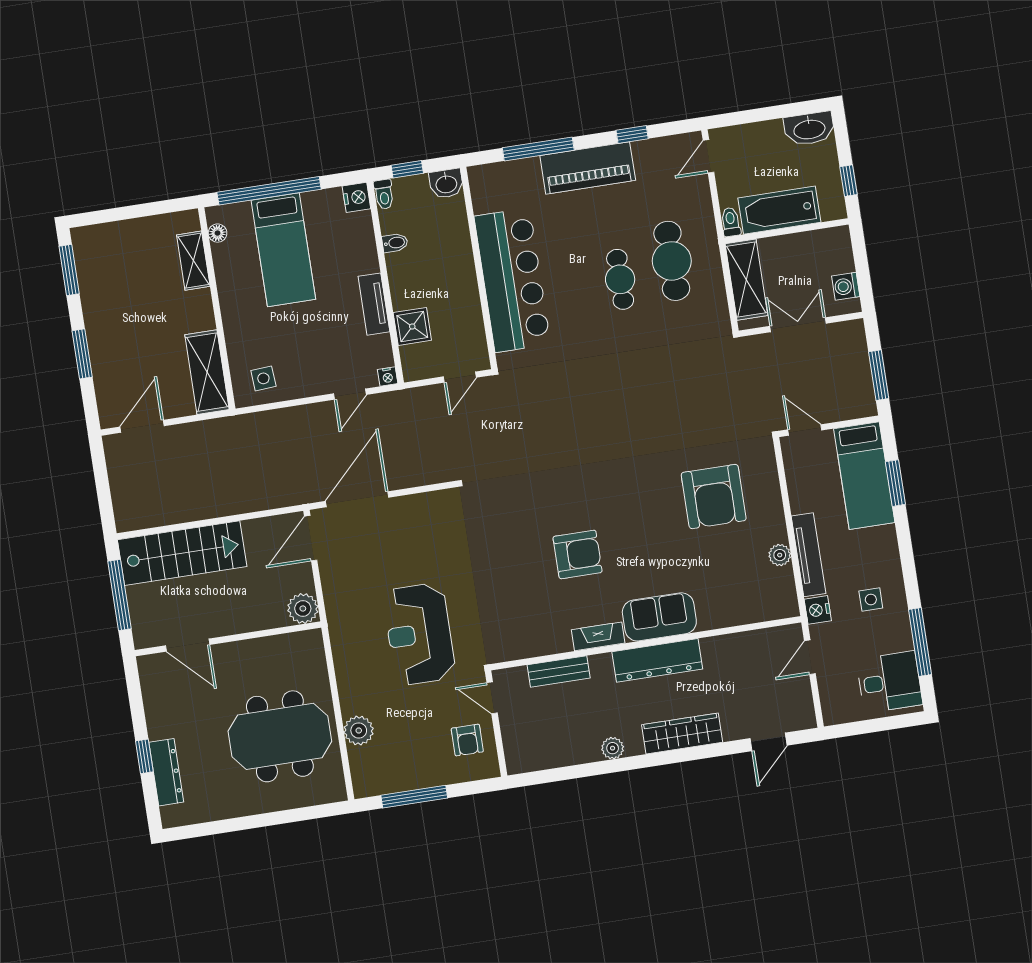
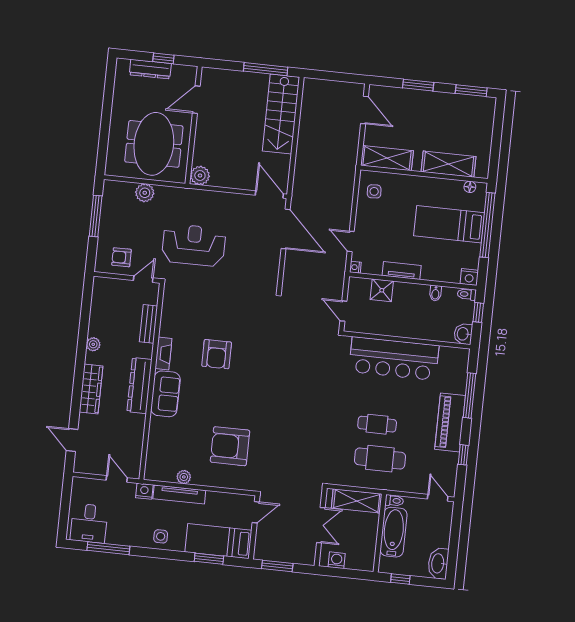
shelving: (193, 261) -> (448, 164), width x1.50, depth x1.33
side table: (871, 600) -> (161, 536), moved
plant: (303, 608) -> (200, 176), moved
wall: (228, 639) -> (194, 125), moved
door: (188, 645) -> (196, 100), moved

